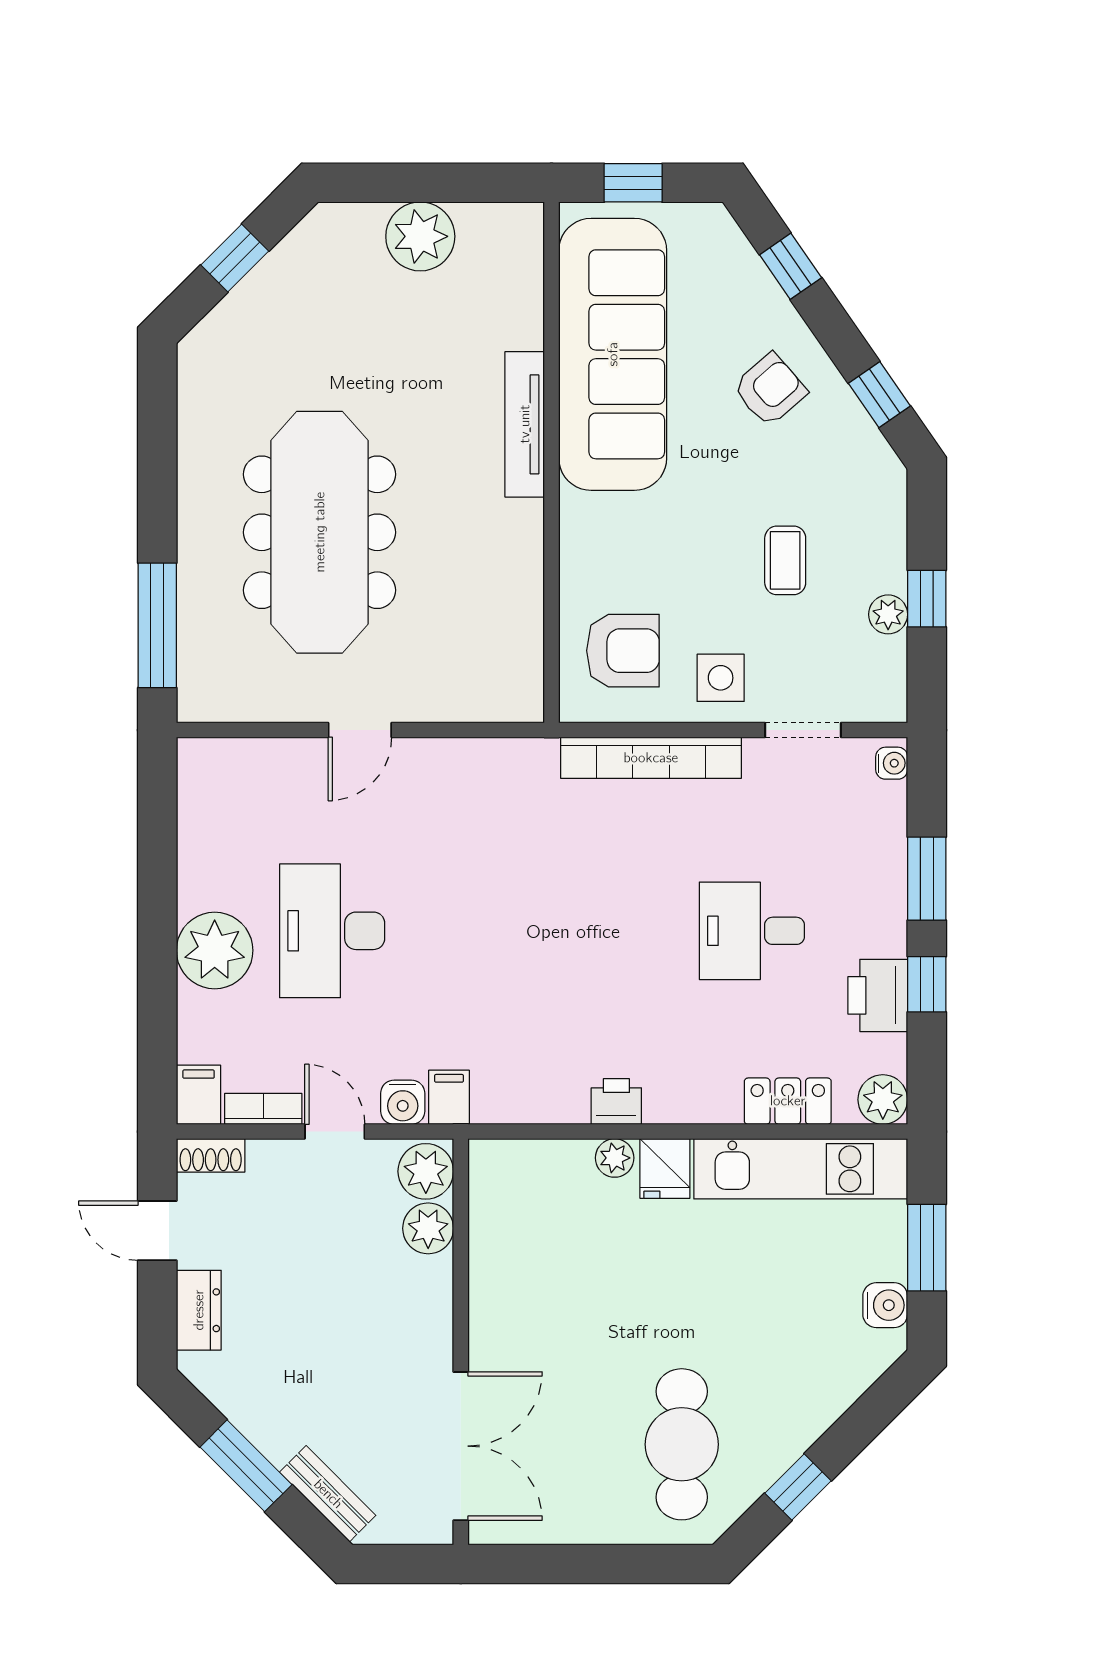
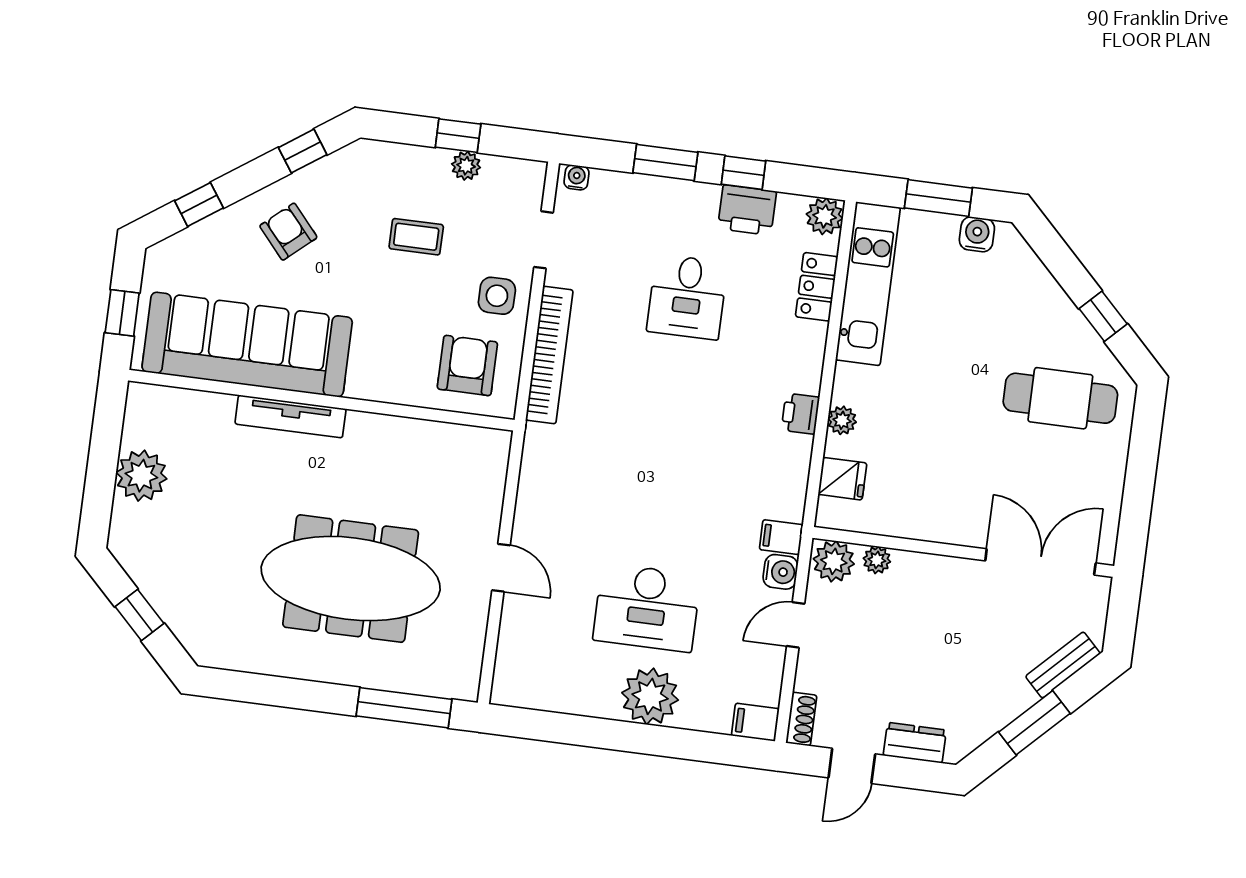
bookcase: (263, 1109) -> (772, 676), removed
fridge: (665, 1169) -> (842, 479), moved
plant: (428, 1228) -> (877, 560), width x0.73, depth x0.73

